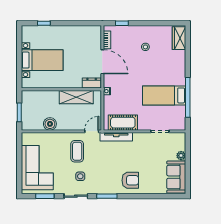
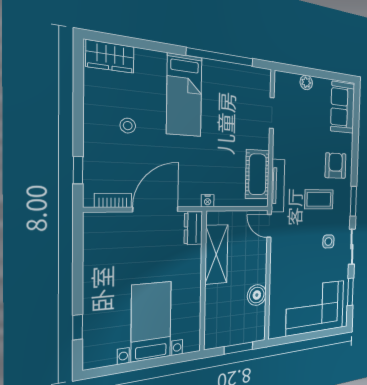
bed: (164, 95) -> (184, 95), moved
coffee table: (77, 151) -> (319, 199), moved
sofa: (176, 177) -> (343, 107), moved, turned 90

